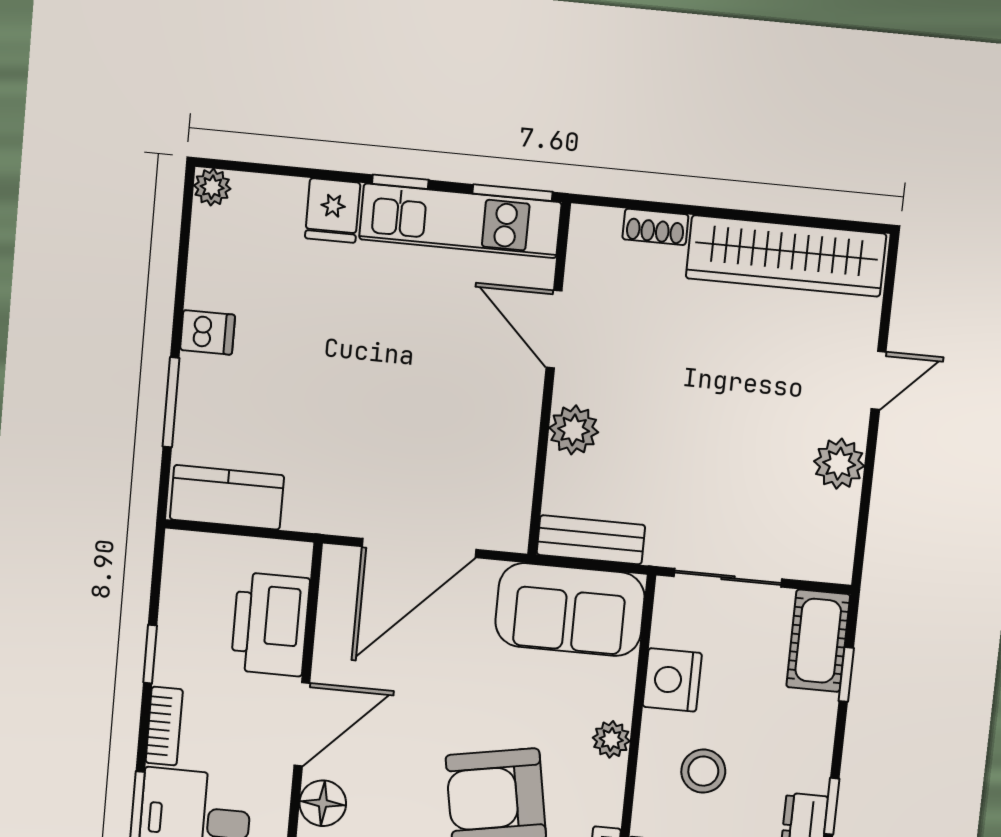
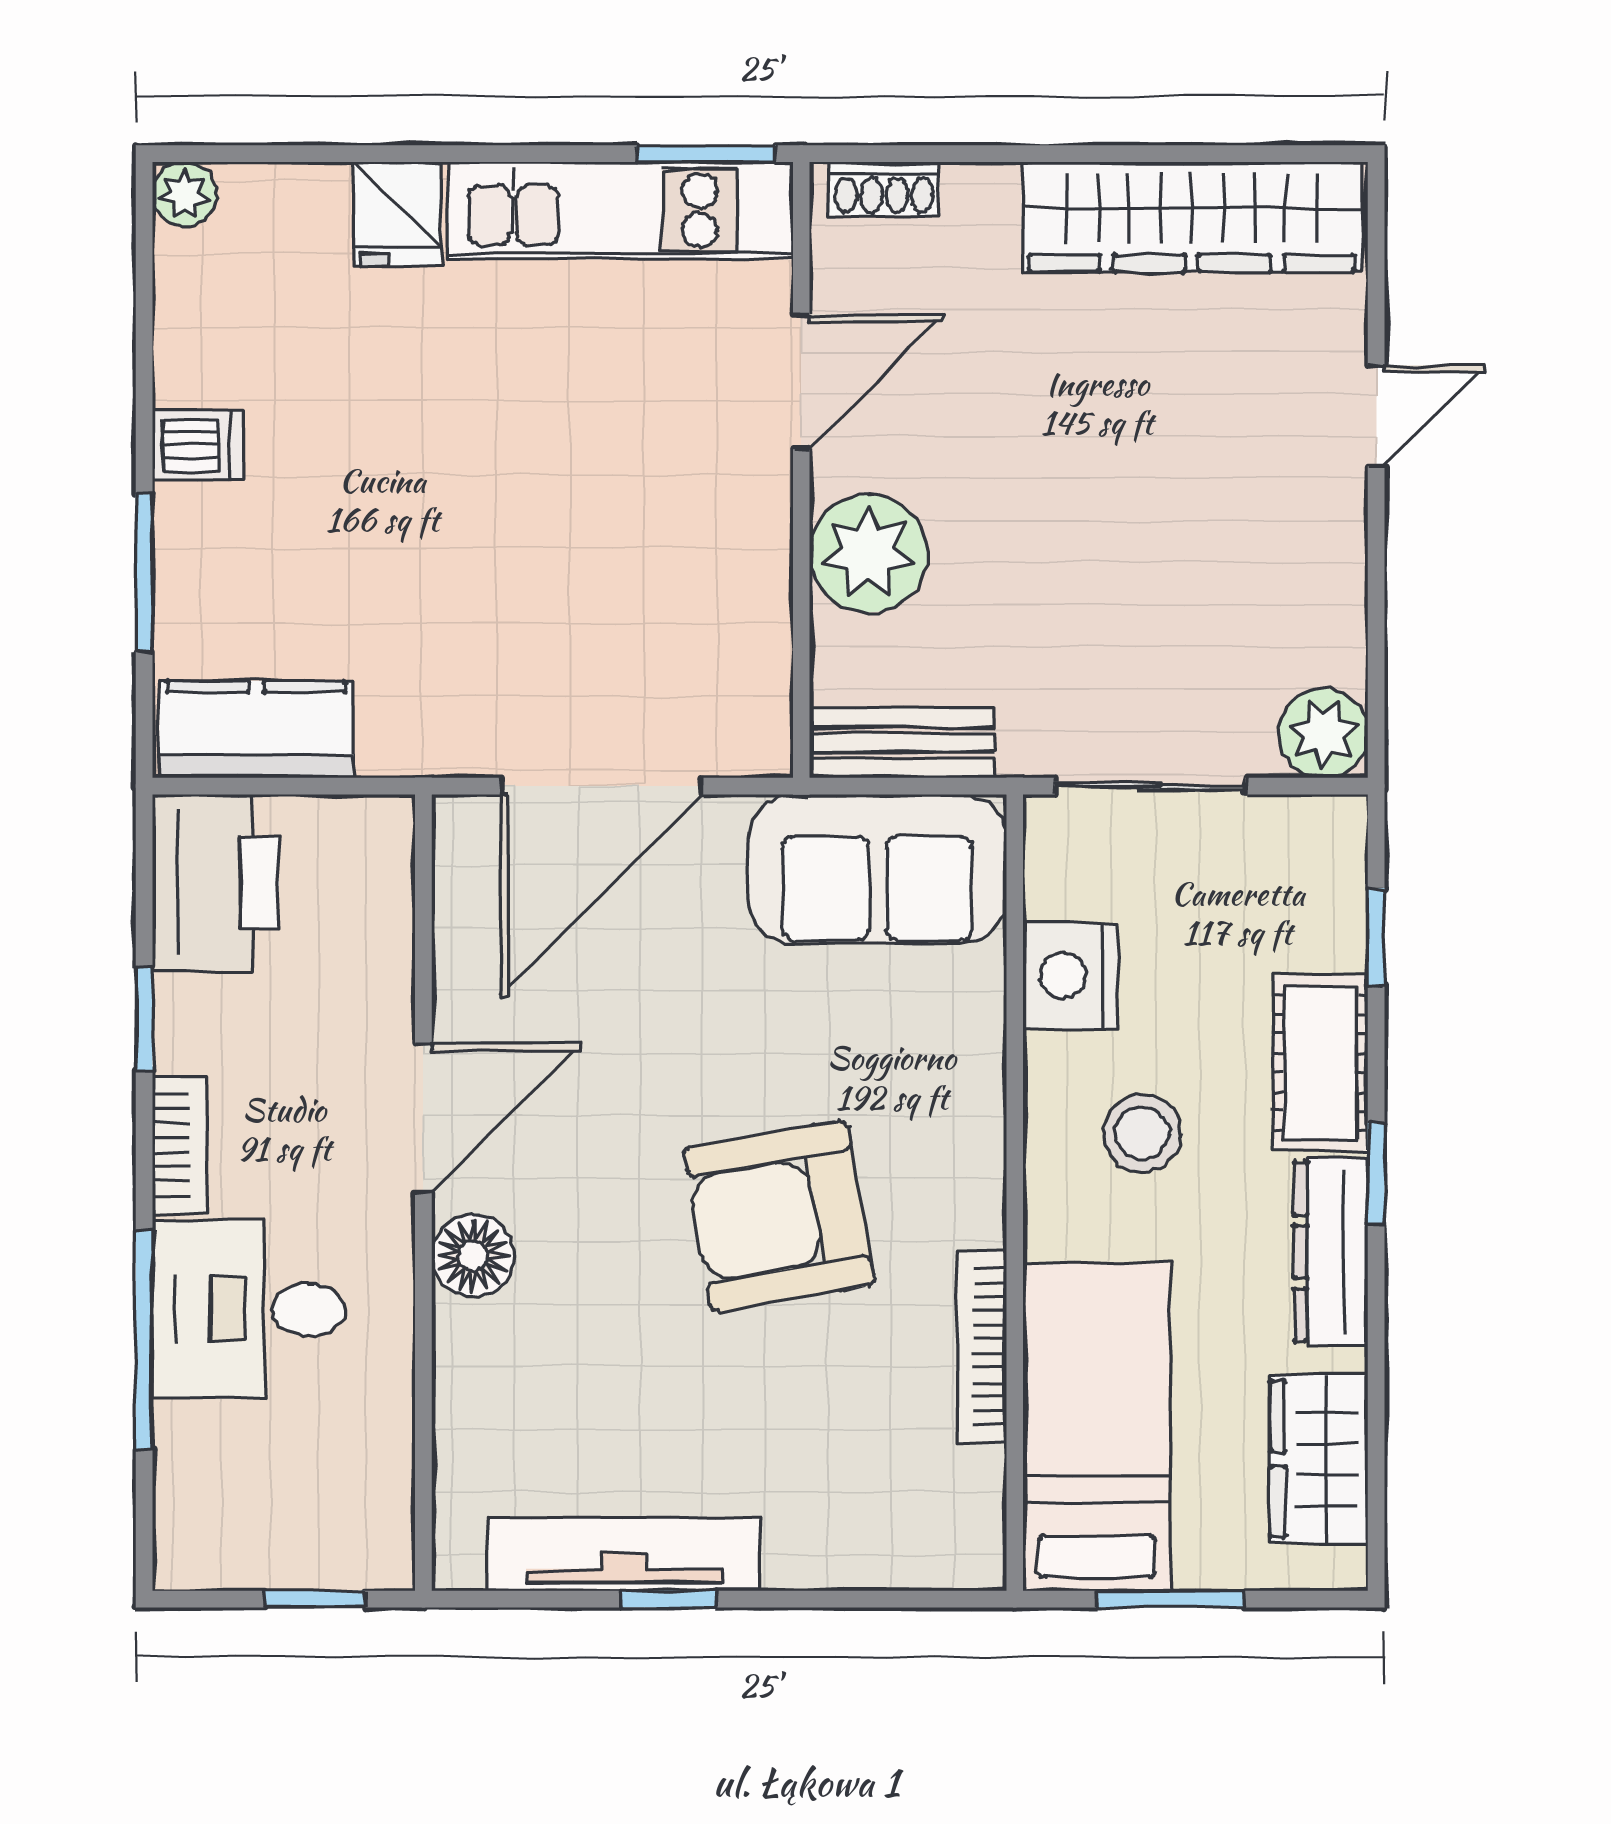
window: (400, 182) -> (510, 154), removed
shoe rack: (655, 227) -> (884, 189), moved
door: (554, 329) -> (801, 382), swing flipped
plant: (574, 430) -> (869, 553), width x1.36, depth x1.36
plant: (839, 464) -> (1323, 733), moved
printer: (270, 624) -> (216, 882), moved, turned 180
cot: (818, 641) -> (1320, 1063), moved
plant: (611, 739) -> (973, 1092), removed

